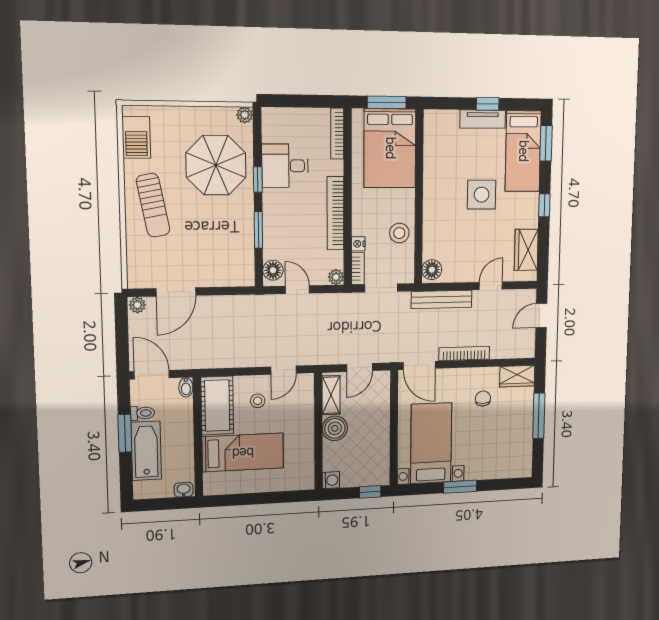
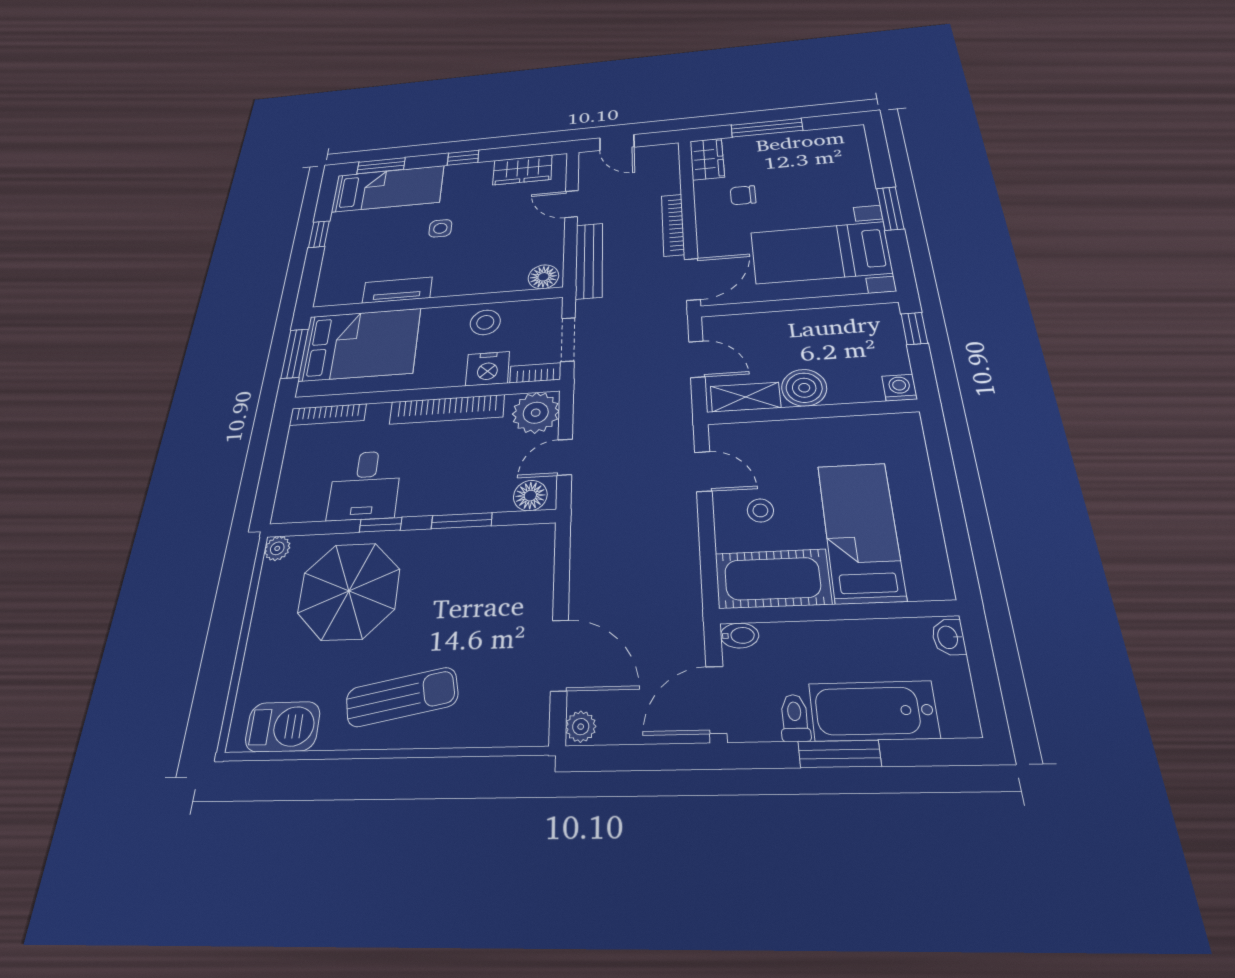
tv unit: (483, 119) -> (397, 290), moved, turned -90
side table: (482, 195) -> (440, 228), width x0.54, depth x0.54
nightstand: (358, 244) -> (488, 369), width x1.89, depth x1.79
plant: (336, 277) -> (536, 413), width x1.87, depth x1.87

